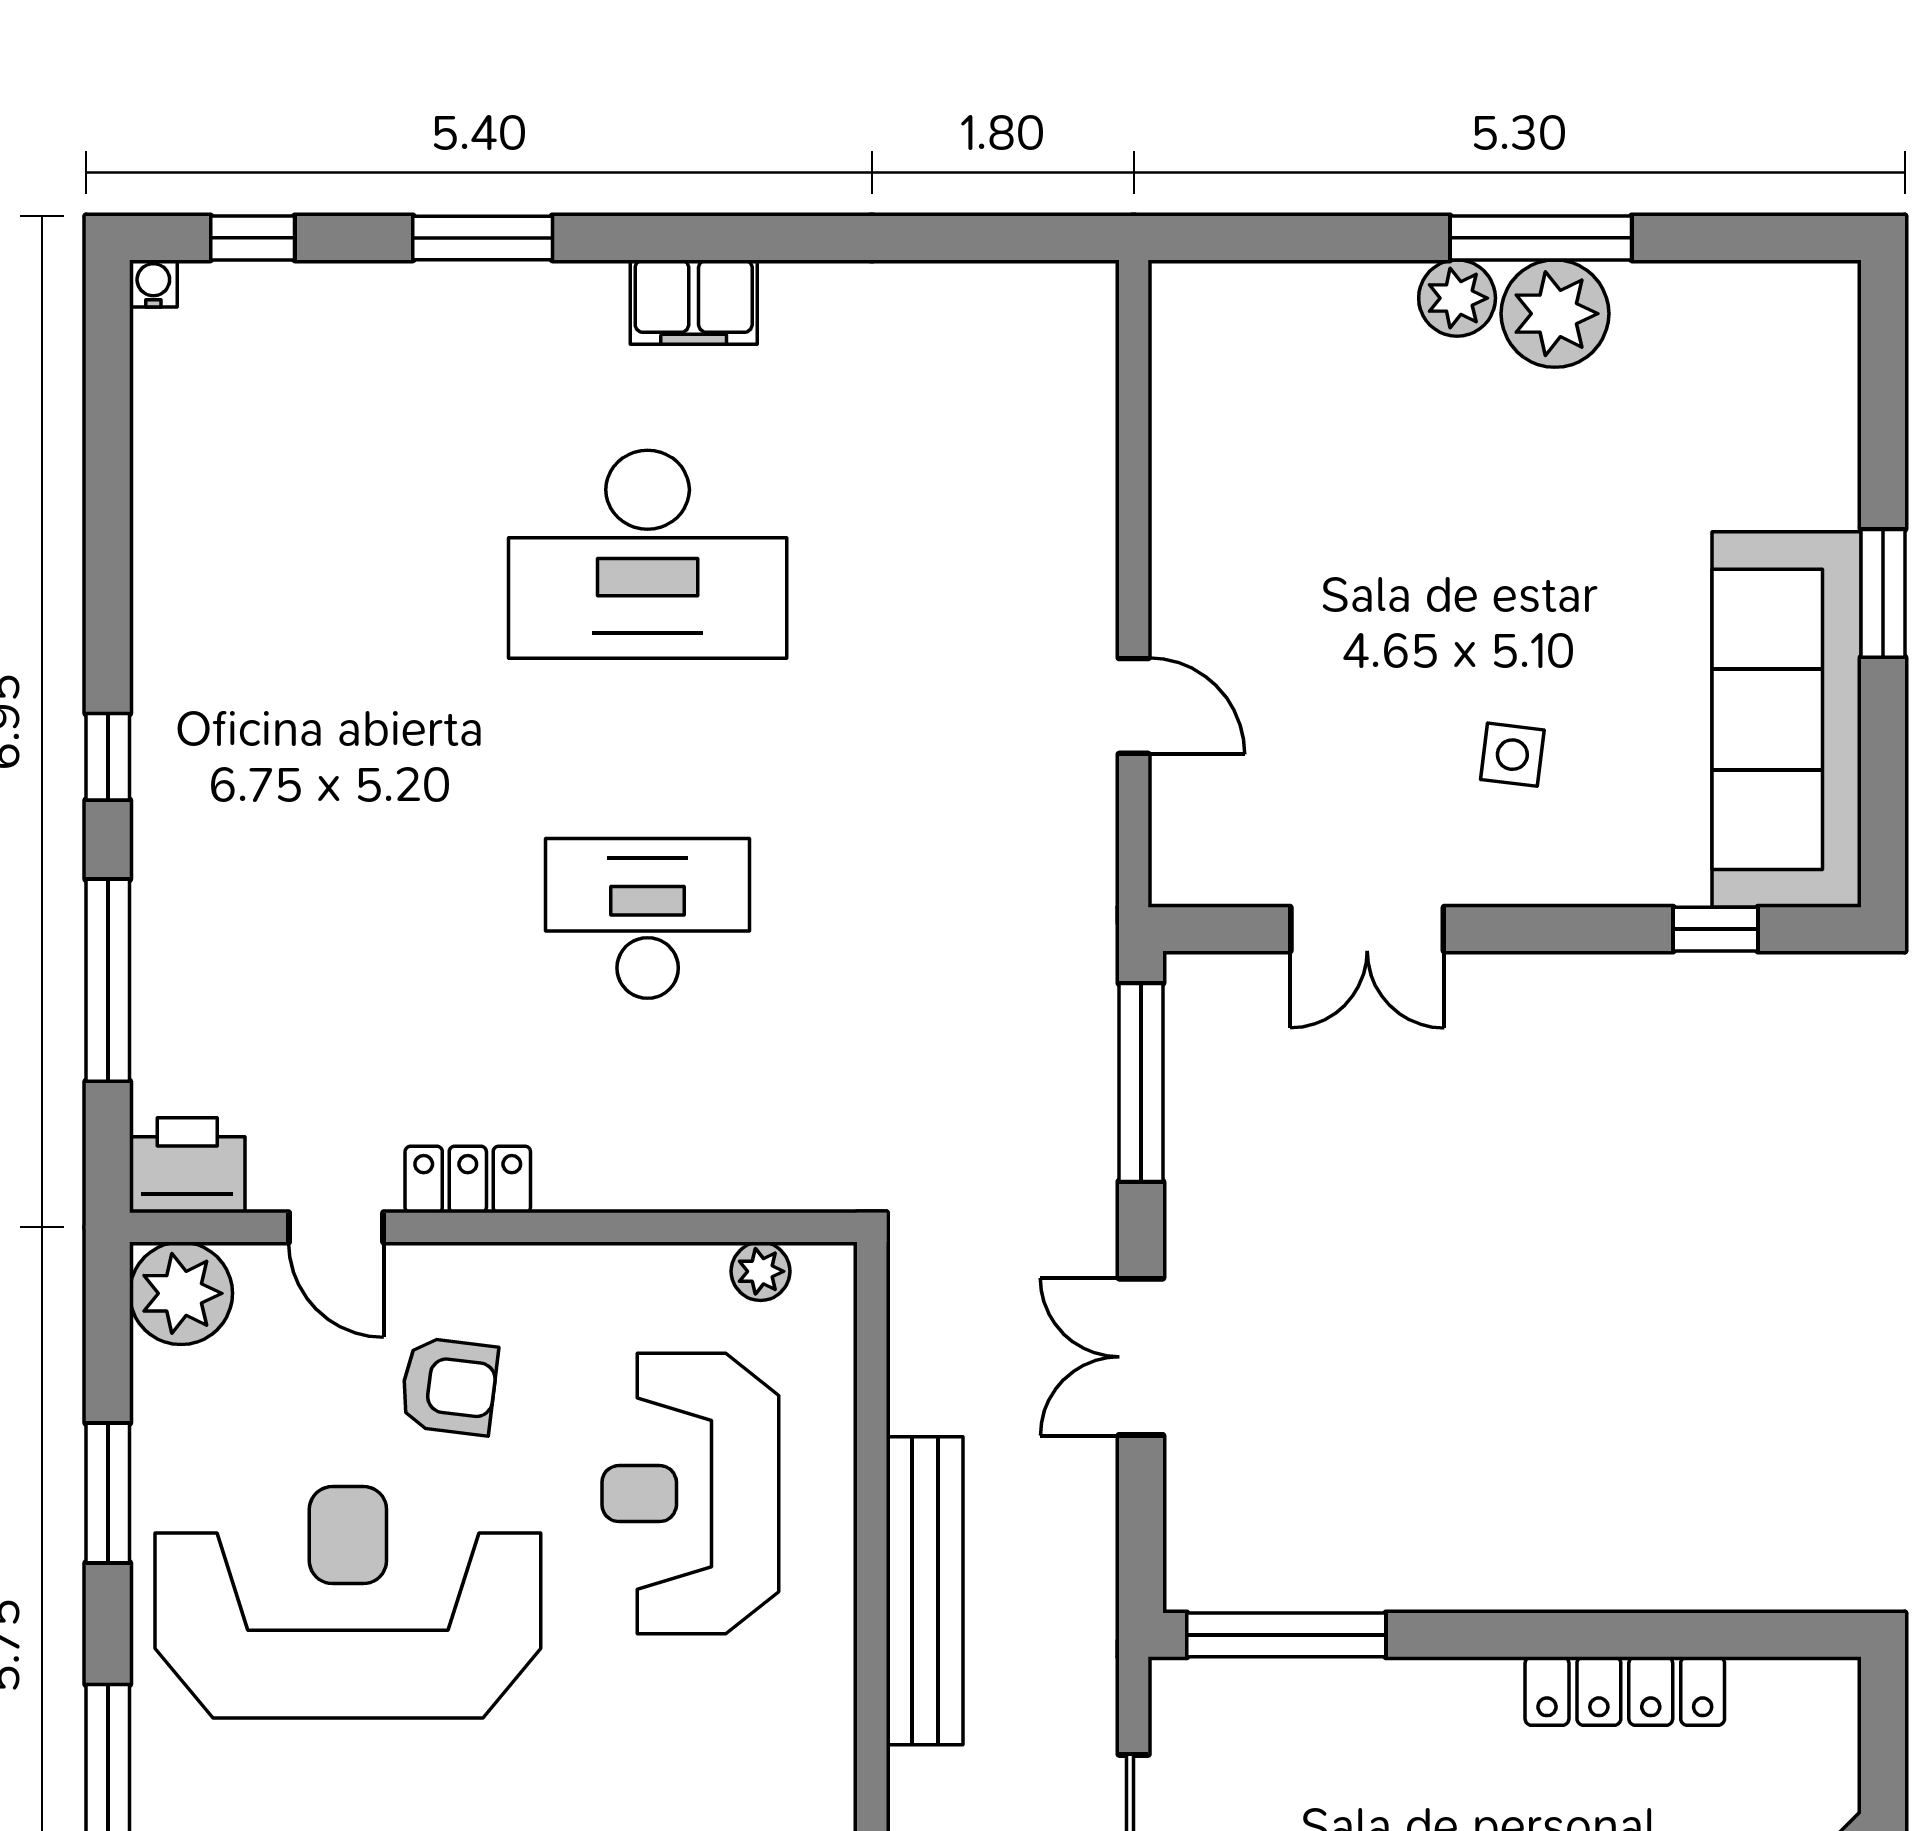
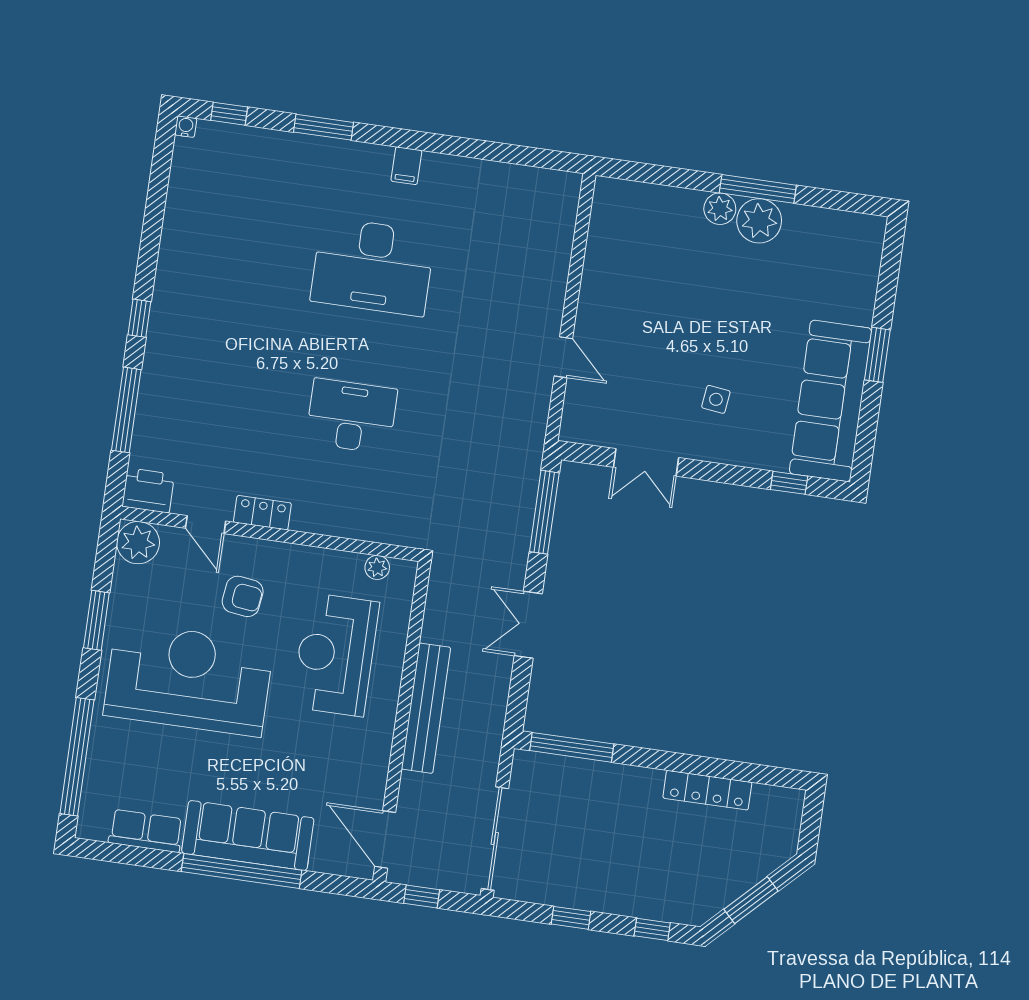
filing cabinet: (694, 302) -> (406, 166), width x0.50

